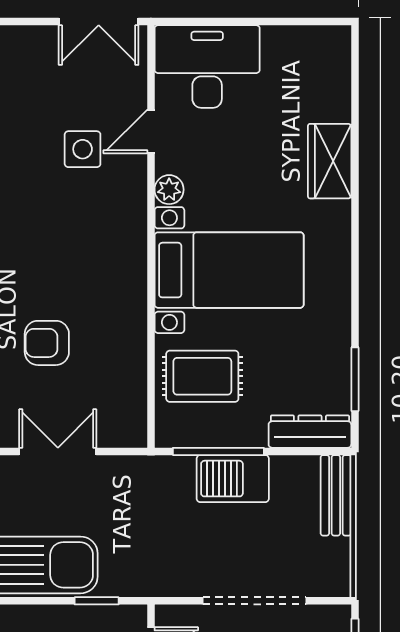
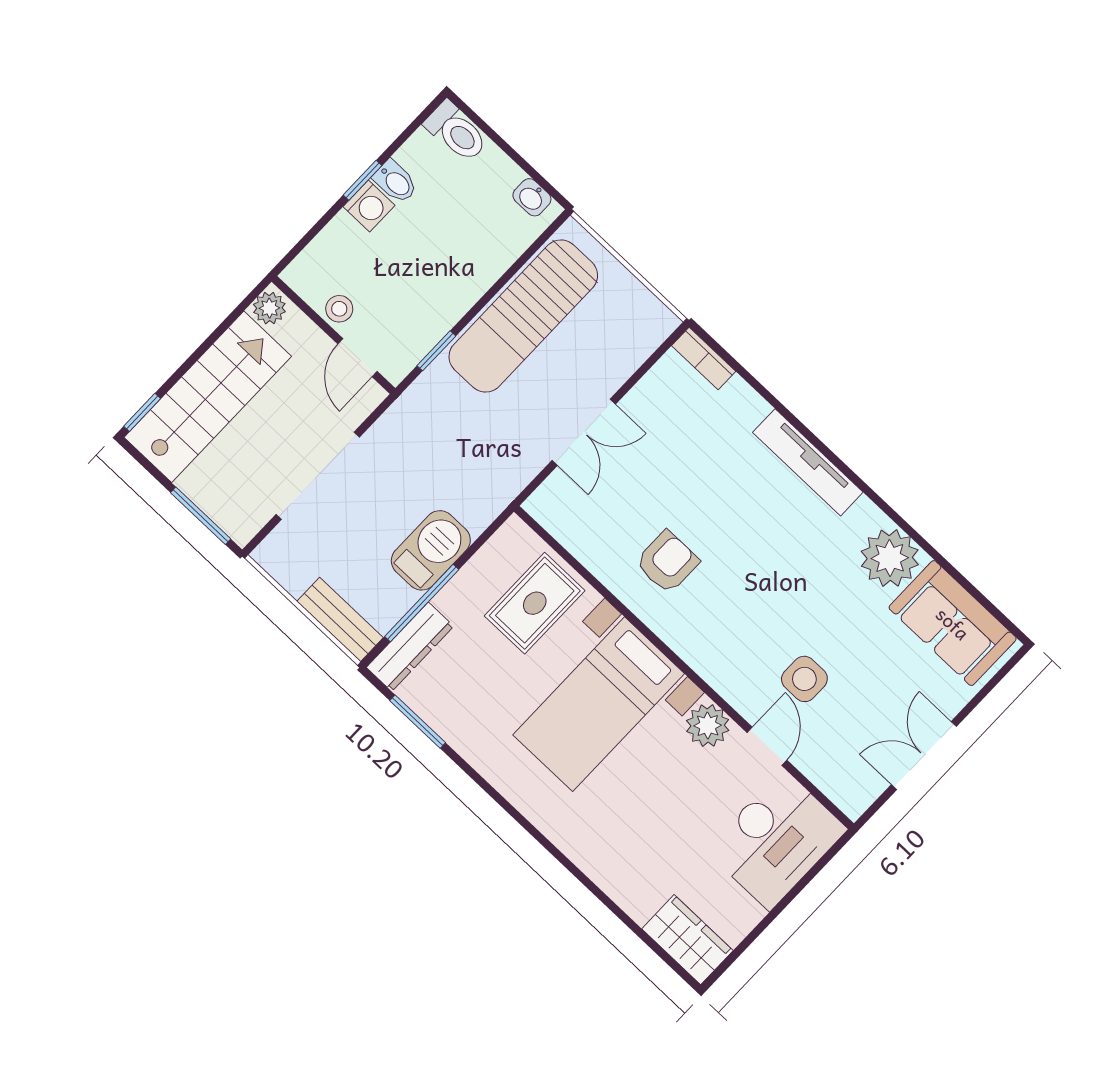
double door: (99, 21) -> (924, 756), moved
wardrobe: (330, 161) -> (687, 940), moved
plant: (169, 190) -> (708, 725), width x1.38, depth x1.38
armchair: (47, 343) -> (667, 562), moved
window: (218, 451) -> (422, 603), moved

